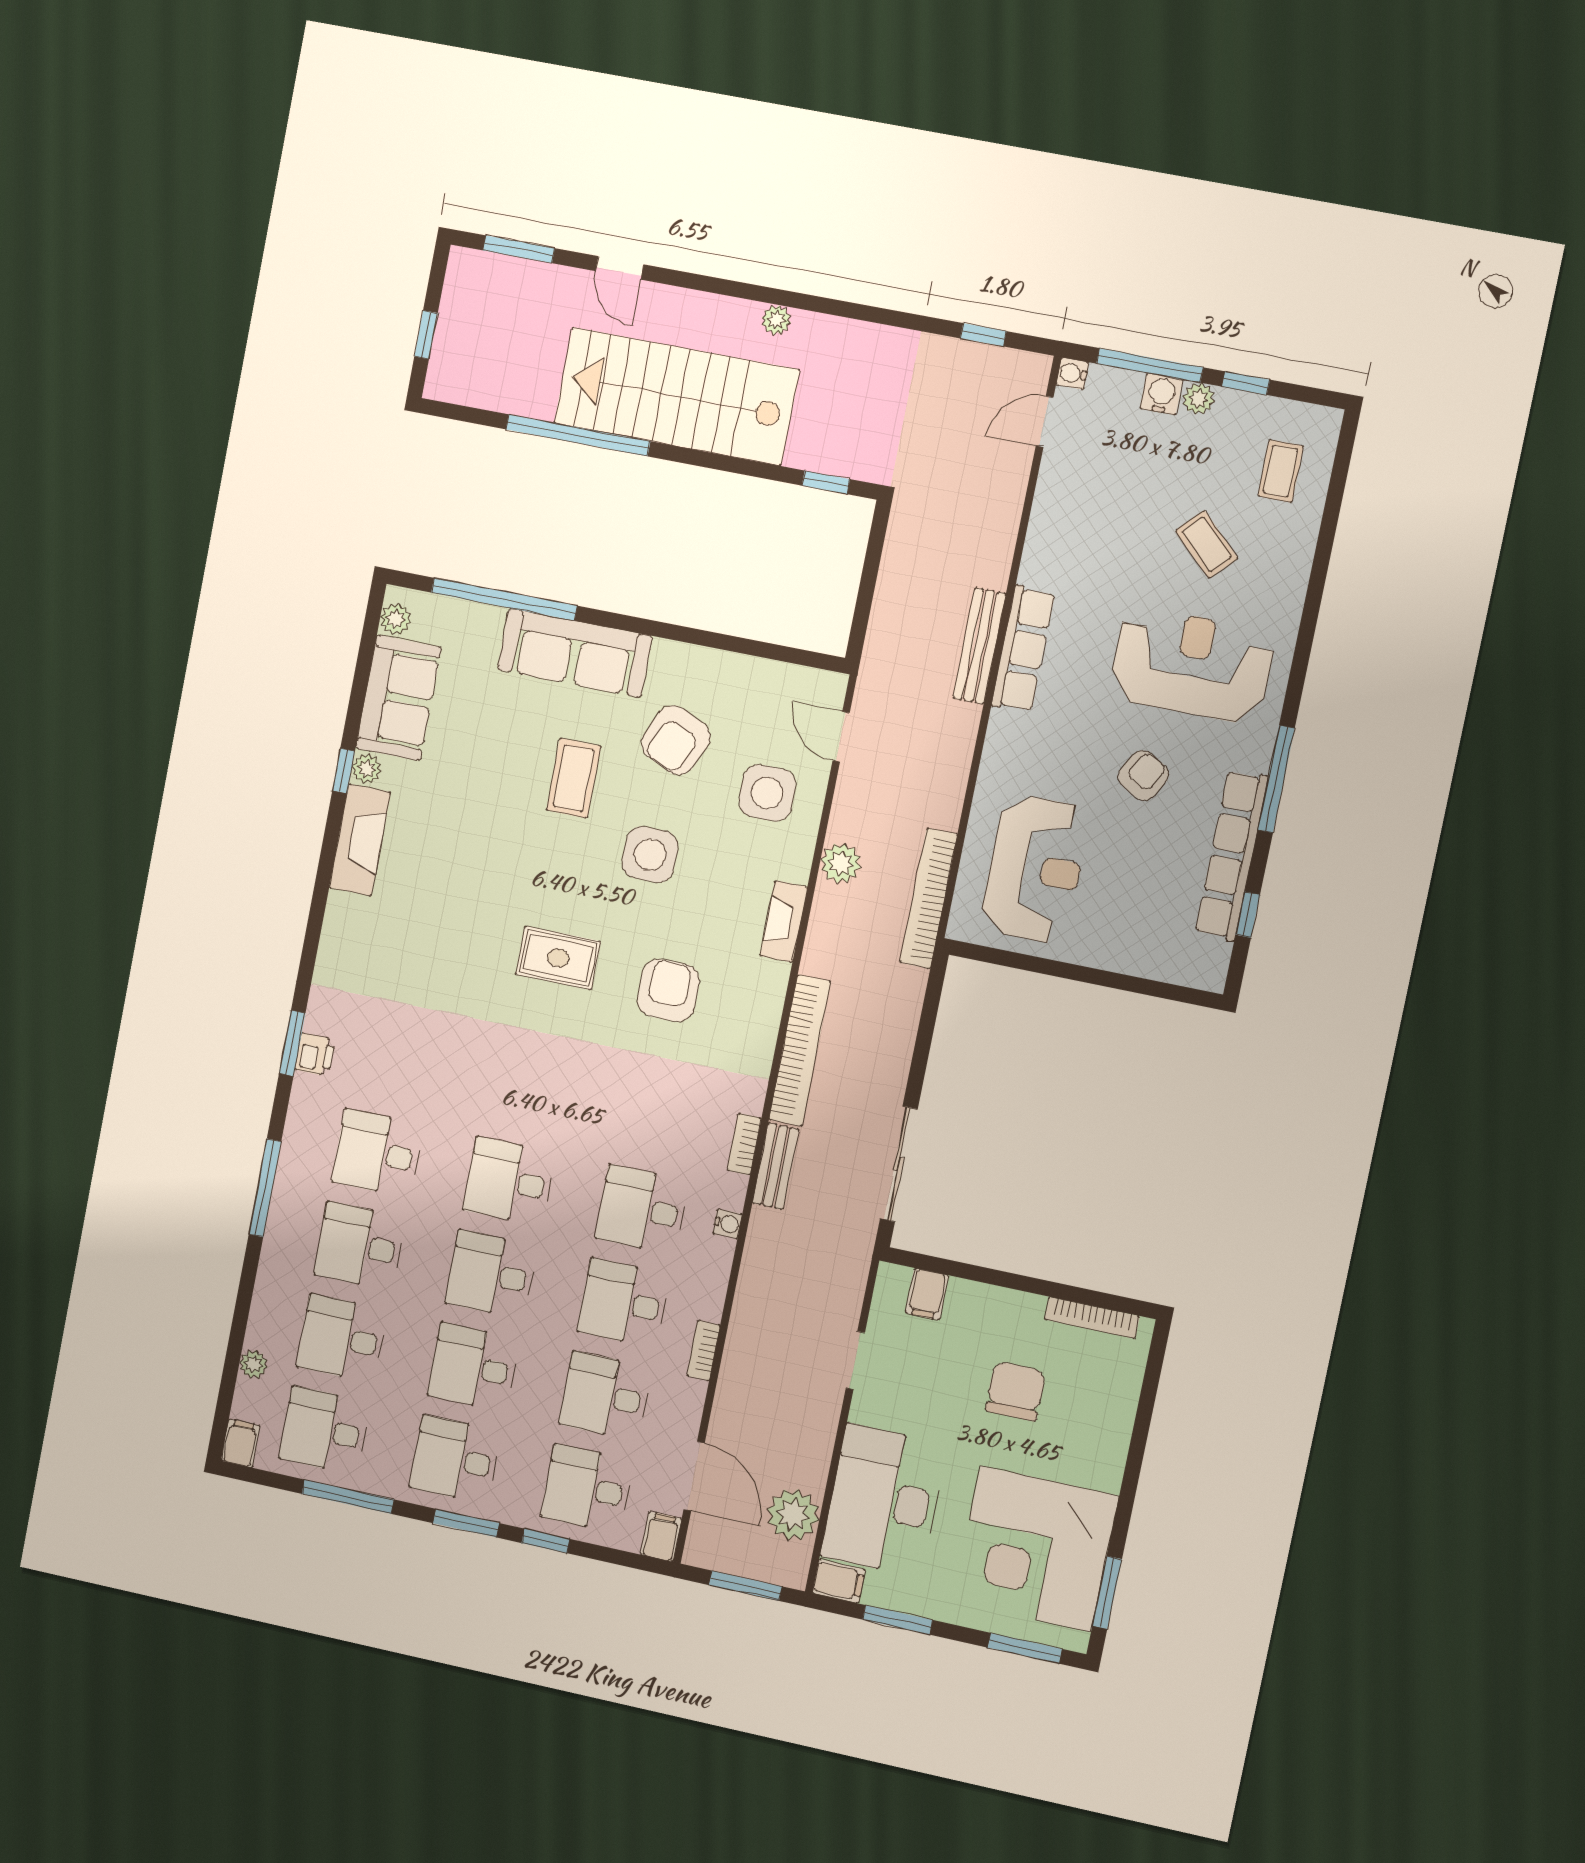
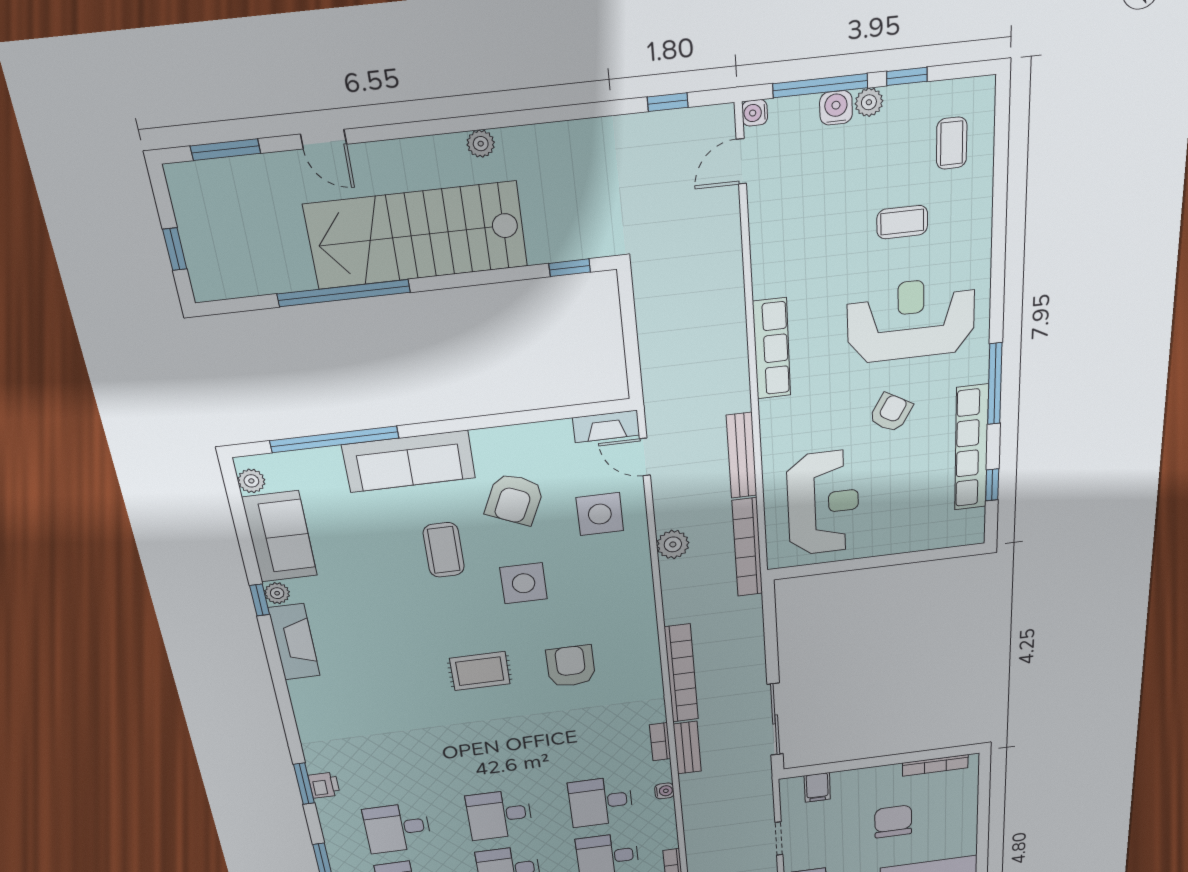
coffee table: (1207, 544) -> (902, 222), turned -44
bench: (979, 646) -> (742, 456), moved
fireplace: (784, 921) -> (606, 426), moved, turned -90

